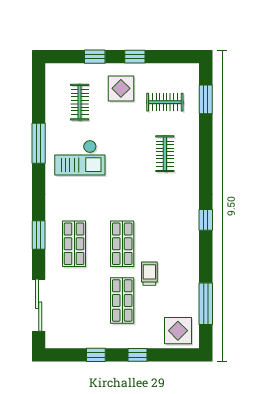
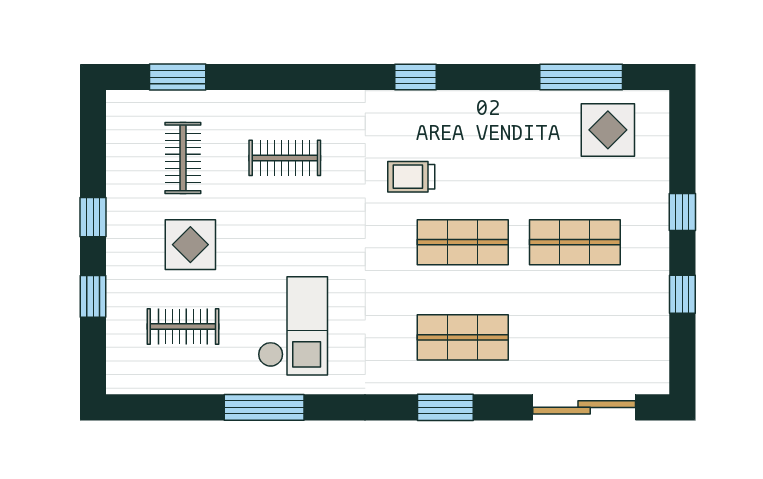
display table: (121, 88) -> (190, 245), moved
trolley: (149, 274) -> (411, 177), moved
display table: (178, 331) -> (608, 130), moved

